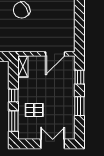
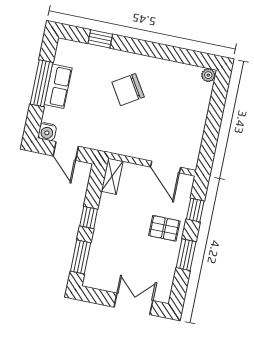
door: (55, 54) -> (165, 167), hinge flipped
pallet: (34, 110) -> (164, 228), moved

